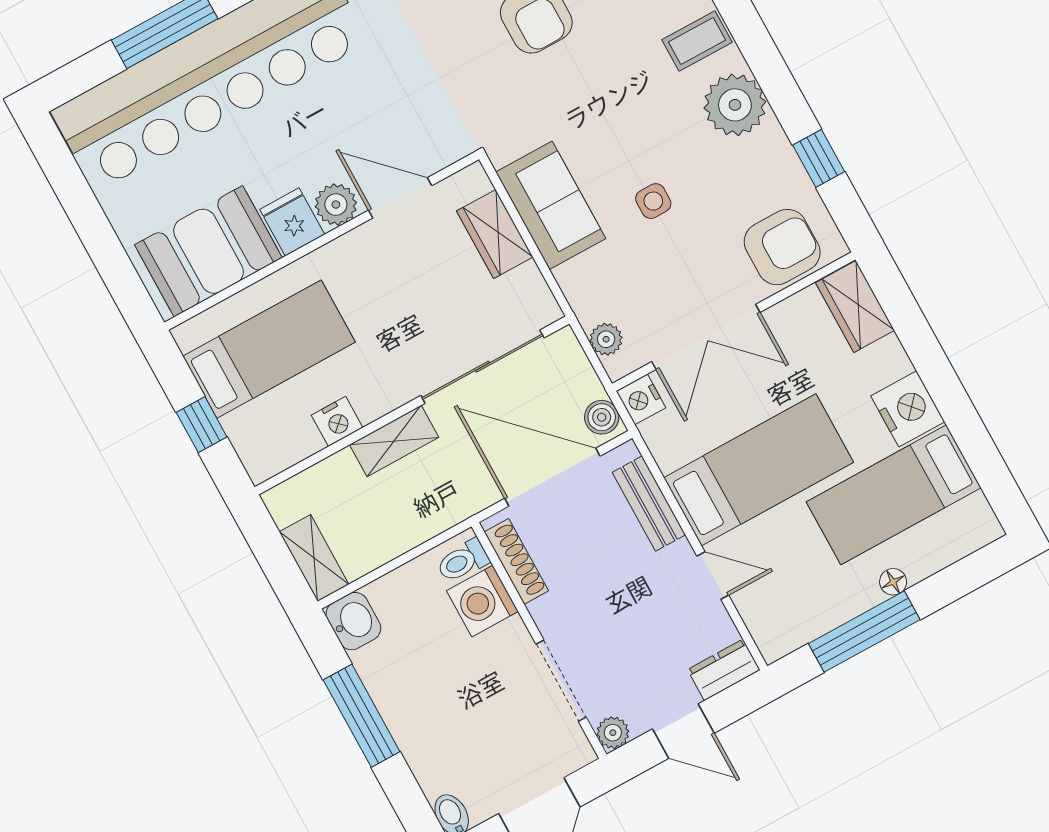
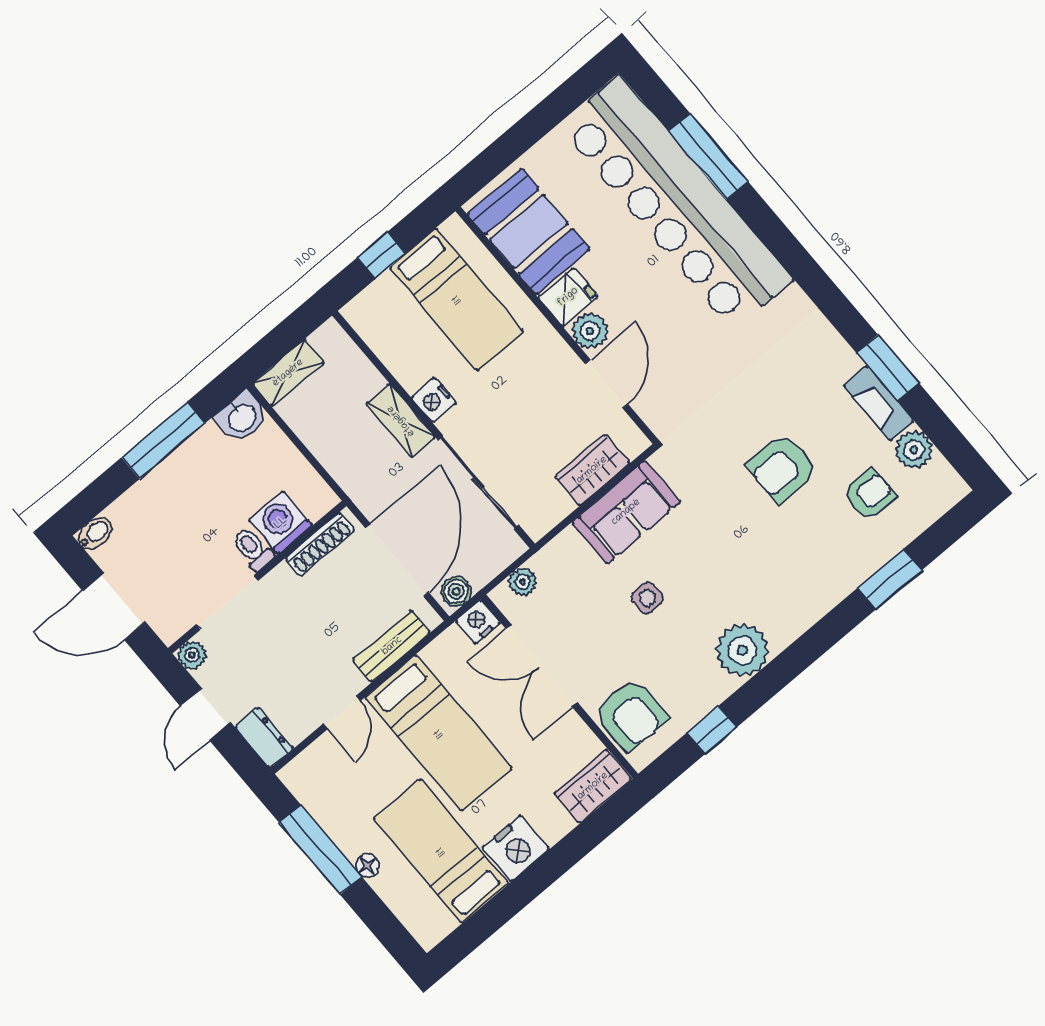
coffee table: (697, 41) -> (790, 607), removed
nightstand: (337, 421) -> (434, 400), moved
toilet: (463, 561) -> (253, 549), moved

